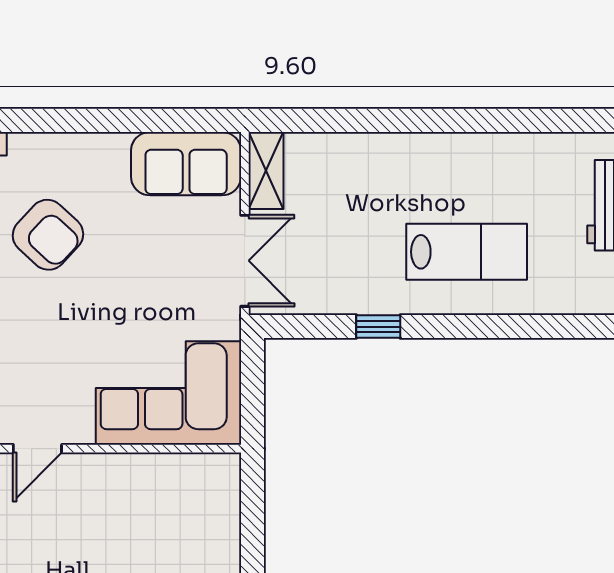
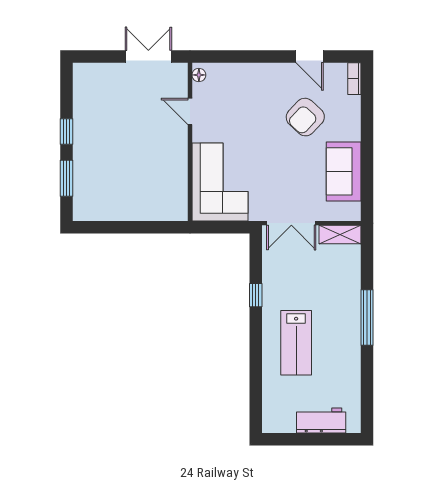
window: (420, 120) -> (367, 318), added
sofa: (186, 164) -> (344, 171), moved

